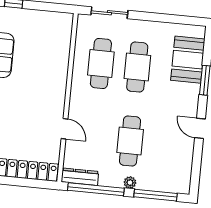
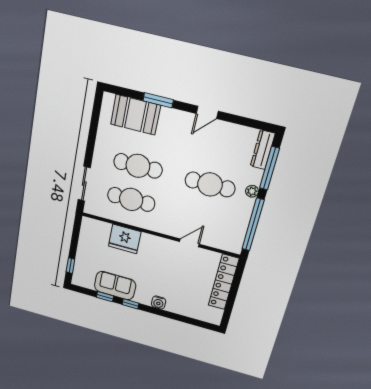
fridge: (56, 61) -> (125, 239), added
dresser: (80, 177) -> (263, 150), moved

